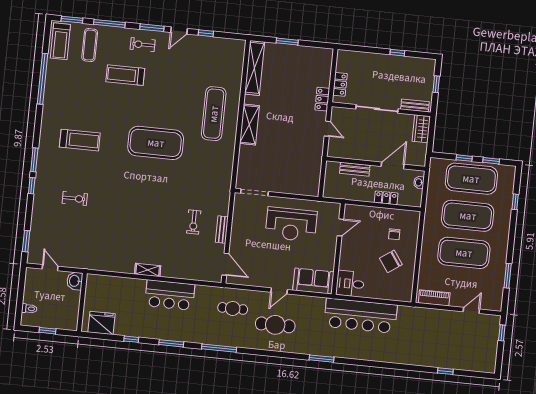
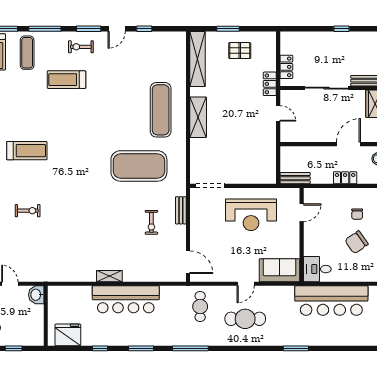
pallet: (296, 64) -> (240, 51), added
exercise mat: (156, 143) -> (139, 166), moved
bench: (355, 169) -> (295, 178), moved
bench: (222, 230) -> (181, 210), moved
bar counter: (170, 295) -> (126, 299), width x1.36
cafe table: (233, 308) -> (200, 307), turned 90

